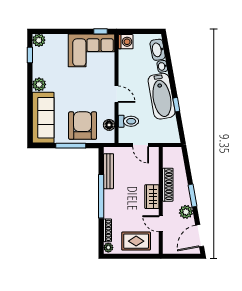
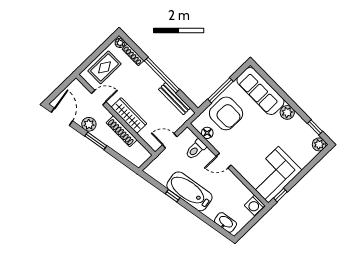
washbasin: (162, 66) -> (210, 214), removed
wardrobe: (152, 197) -> (129, 116), width x1.50

